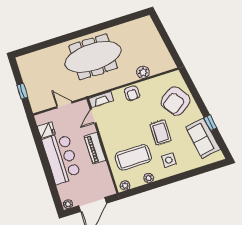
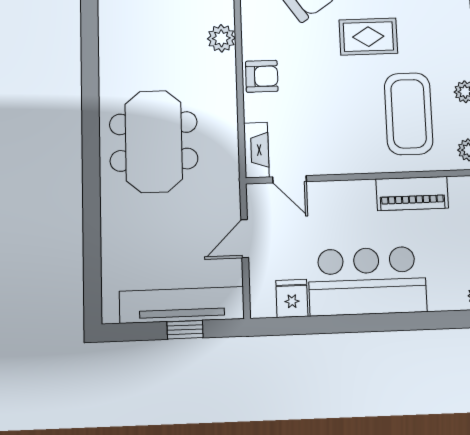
meeting table: (93, 57) -> (154, 141), width x0.73
tv unit: (32, 87) -> (182, 305), added
piano: (95, 148) -> (412, 194), moved
side table: (169, 160) -> (435, 36), removed

